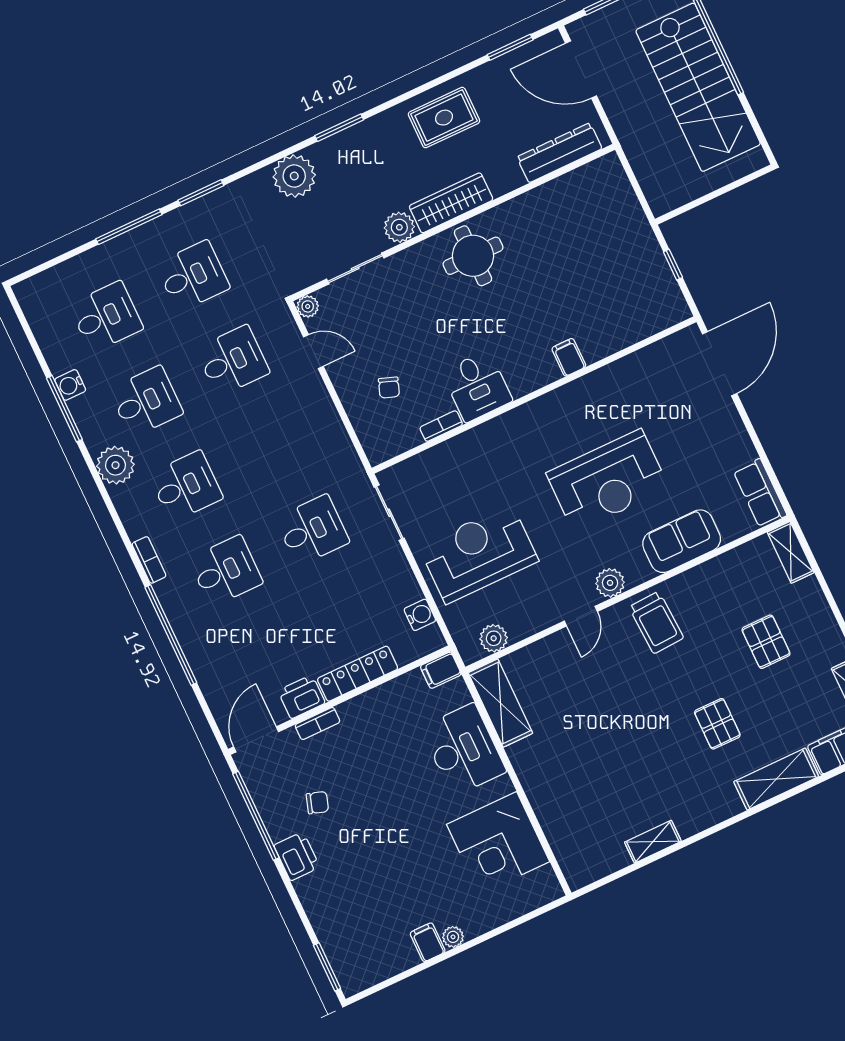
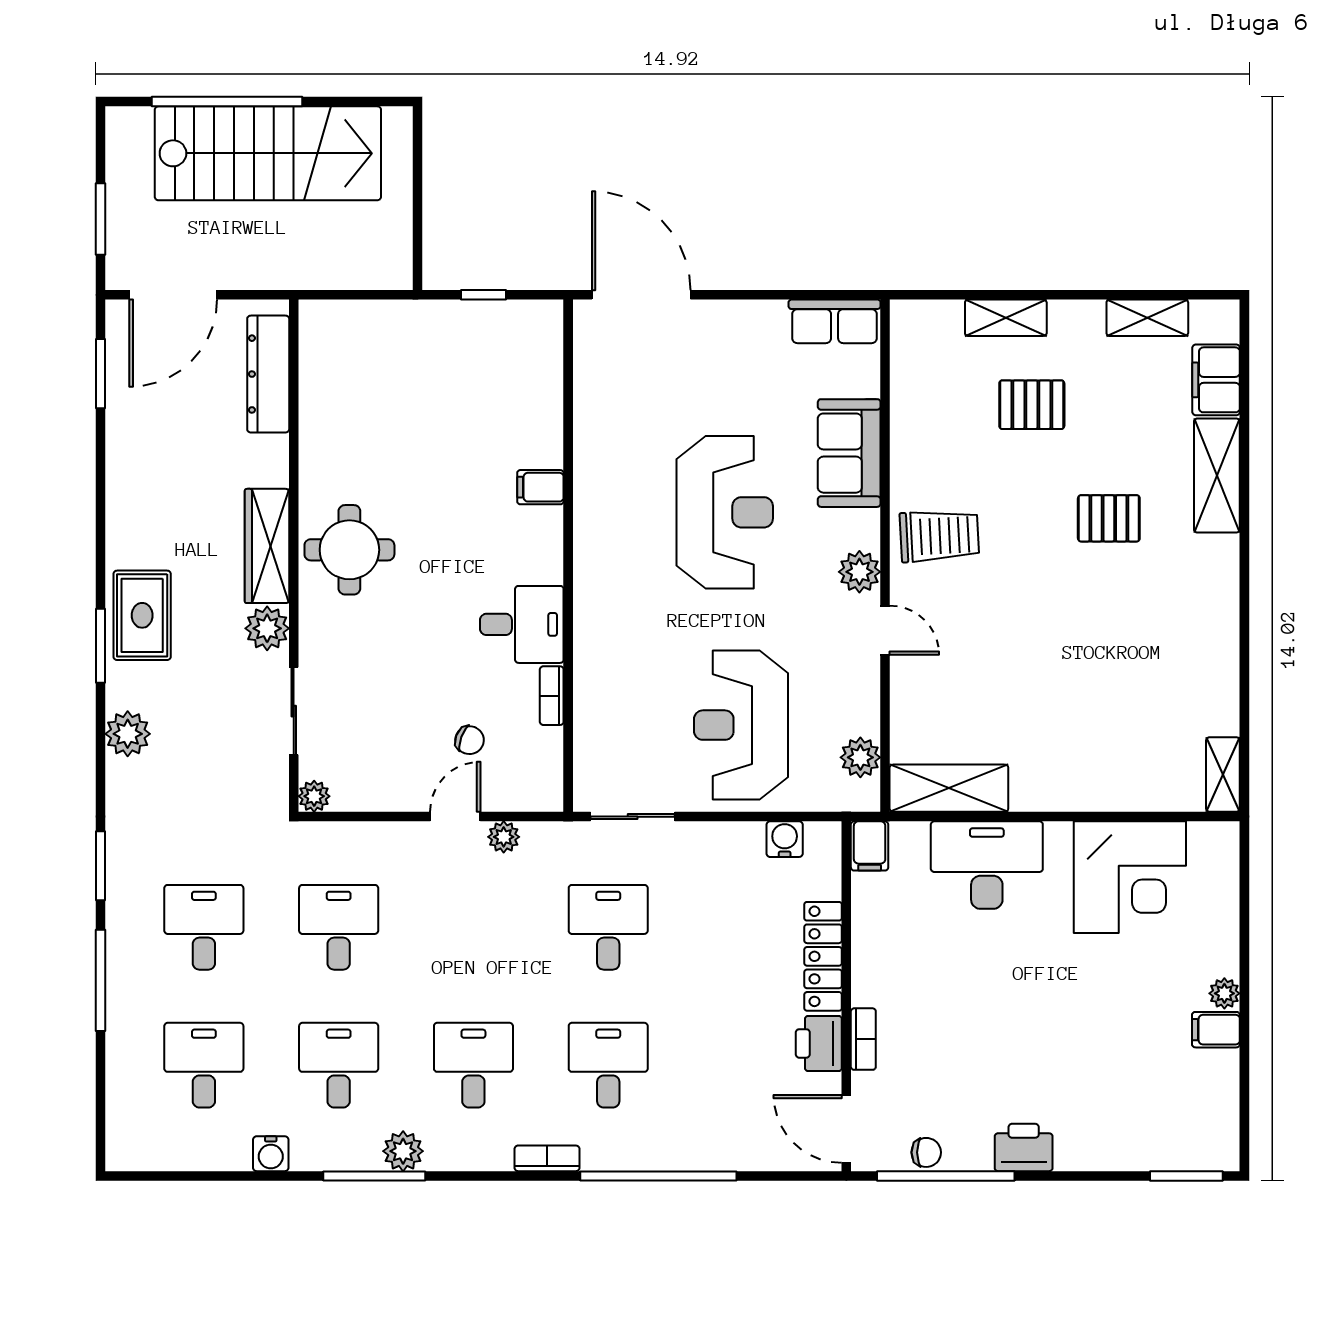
rug: (444, 118) -> (142, 615), moved
plant: (294, 176) -> (128, 734), width x0.73, depth x0.73
door: (313, 352) -> (455, 817), moved
window: (64, 409) -> (374, 1176), moved
plant: (338, 438) -> (504, 837), added
plant: (115, 465) -> (403, 1151), width x0.73, depth x0.73
shelving: (791, 552) -> (1006, 318), moved
chair: (317, 803) -> (926, 1152), moved, turned 72
shelving: (653, 842) -> (1223, 775), moved

